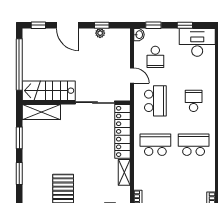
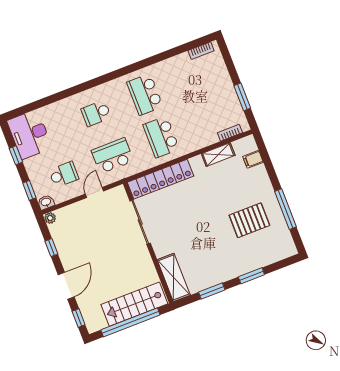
plant: (100, 33) -> (50, 218), moved
stairs: (49, 91) -> (134, 304), moved, turned 90
shelving: (124, 172) -> (218, 155), moved

